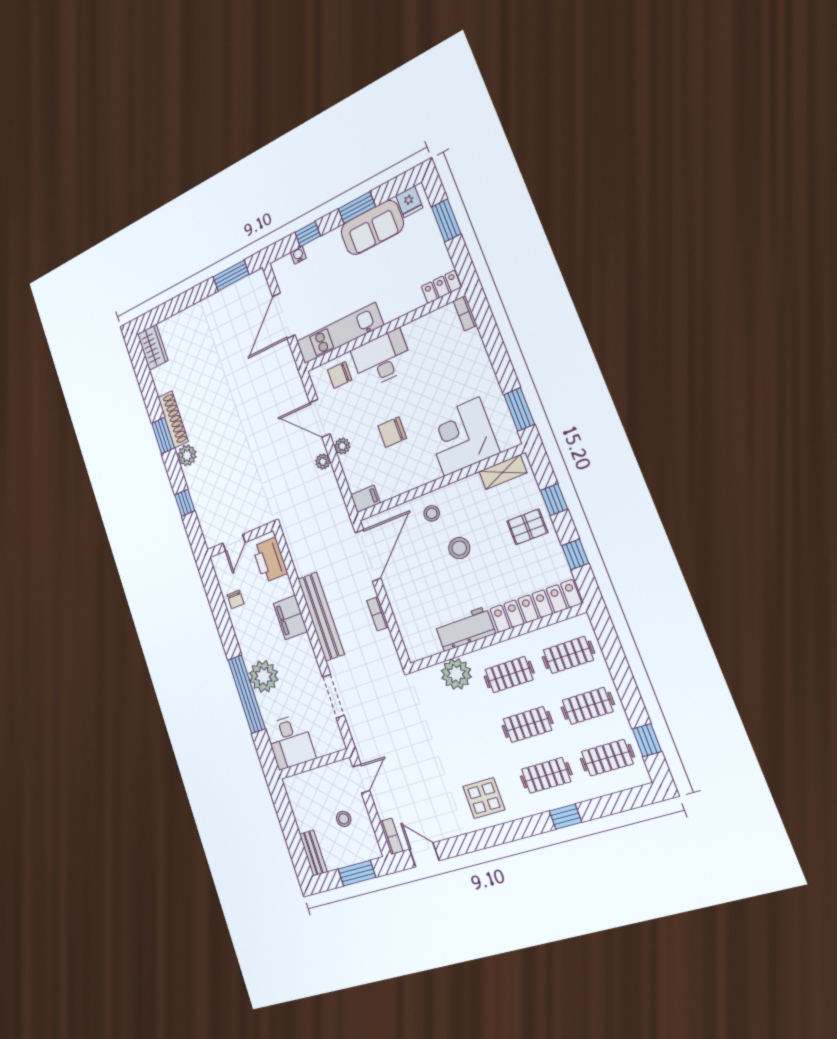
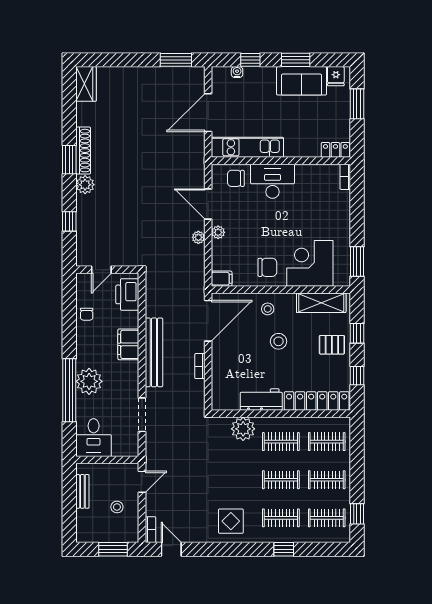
chair: (392, 432) -> (267, 267), moved, turned 180
shelving: (503, 472) -> (321, 303), width x1.50, depth x1.33
bench: (313, 853) -> (82, 491), moved

